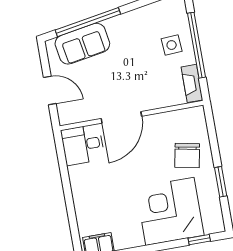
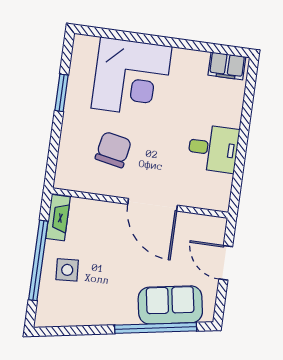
door: (121, 117) -> (153, 205), swing flipped
desk: (83, 145) -> (213, 148), moved
chair: (187, 155) -> (113, 150), moved
window: (199, 240) -> (108, 33), removed

